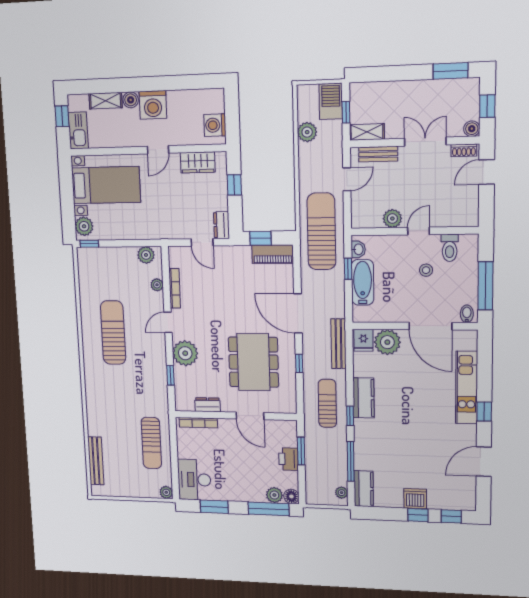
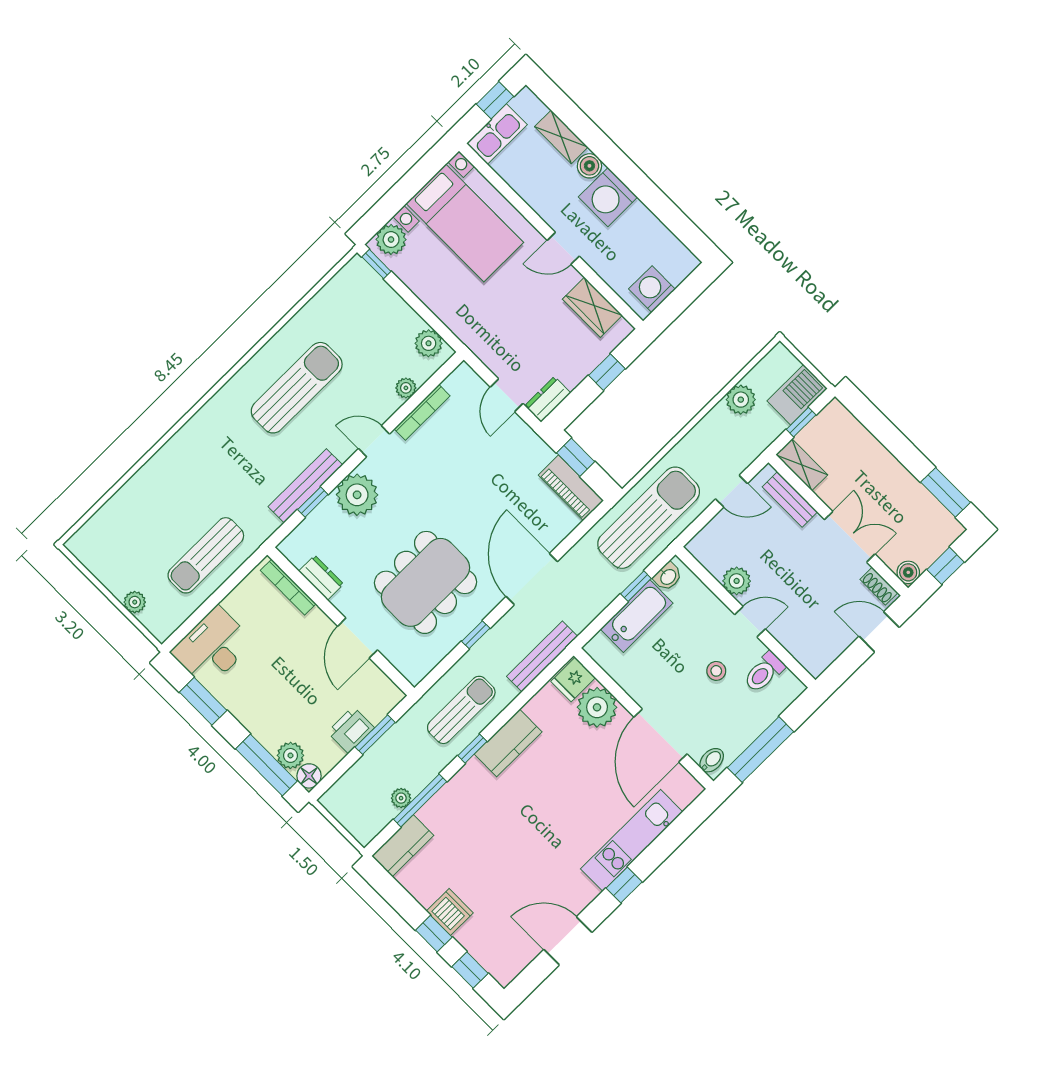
bench: (96, 461) -> (305, 486), moved
plant: (166, 492) -> (135, 602), moved
plant: (342, 493) -> (401, 798), moved

